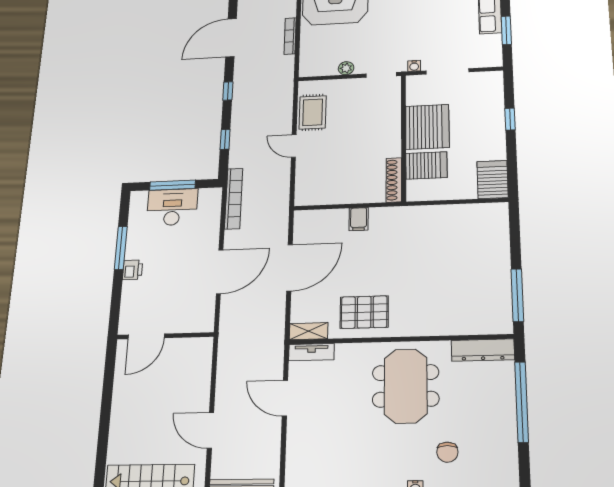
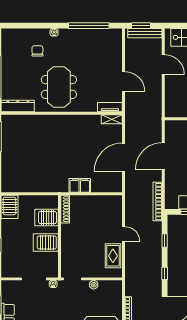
server rack: (427, 127) -> (46, 242), width x0.62
filing cabinet: (359, 219) -> (80, 185), width x2.00
pallet: (364, 312) -> (81, 129), removed

